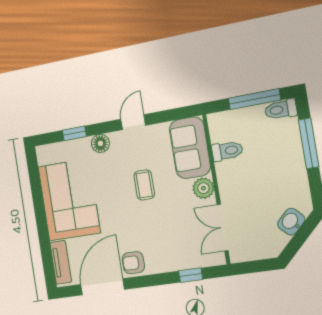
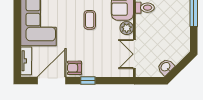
washbasin: (291, 222) -> (166, 67), moved
window: (191, 275) -> (88, 81), moved

